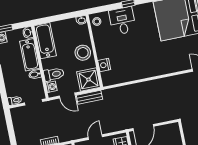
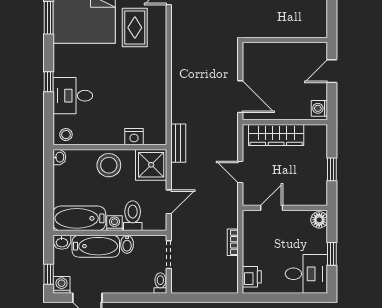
rug: (174, 52) -> (135, 28), added
washing machine: (51, 87) -> (115, 223), moved
bench: (89, 97) -> (178, 143), moved

